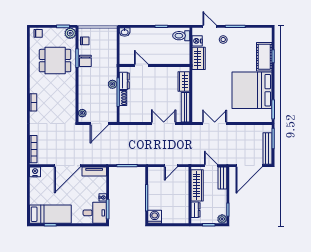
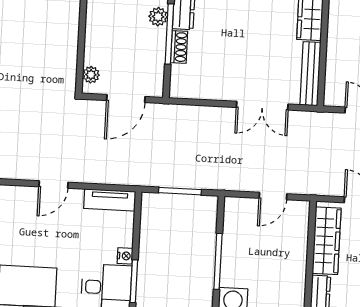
double door: (164, 124) -> (262, 106), swing flipped
door: (67, 166) -> (54, 184), width x0.53

